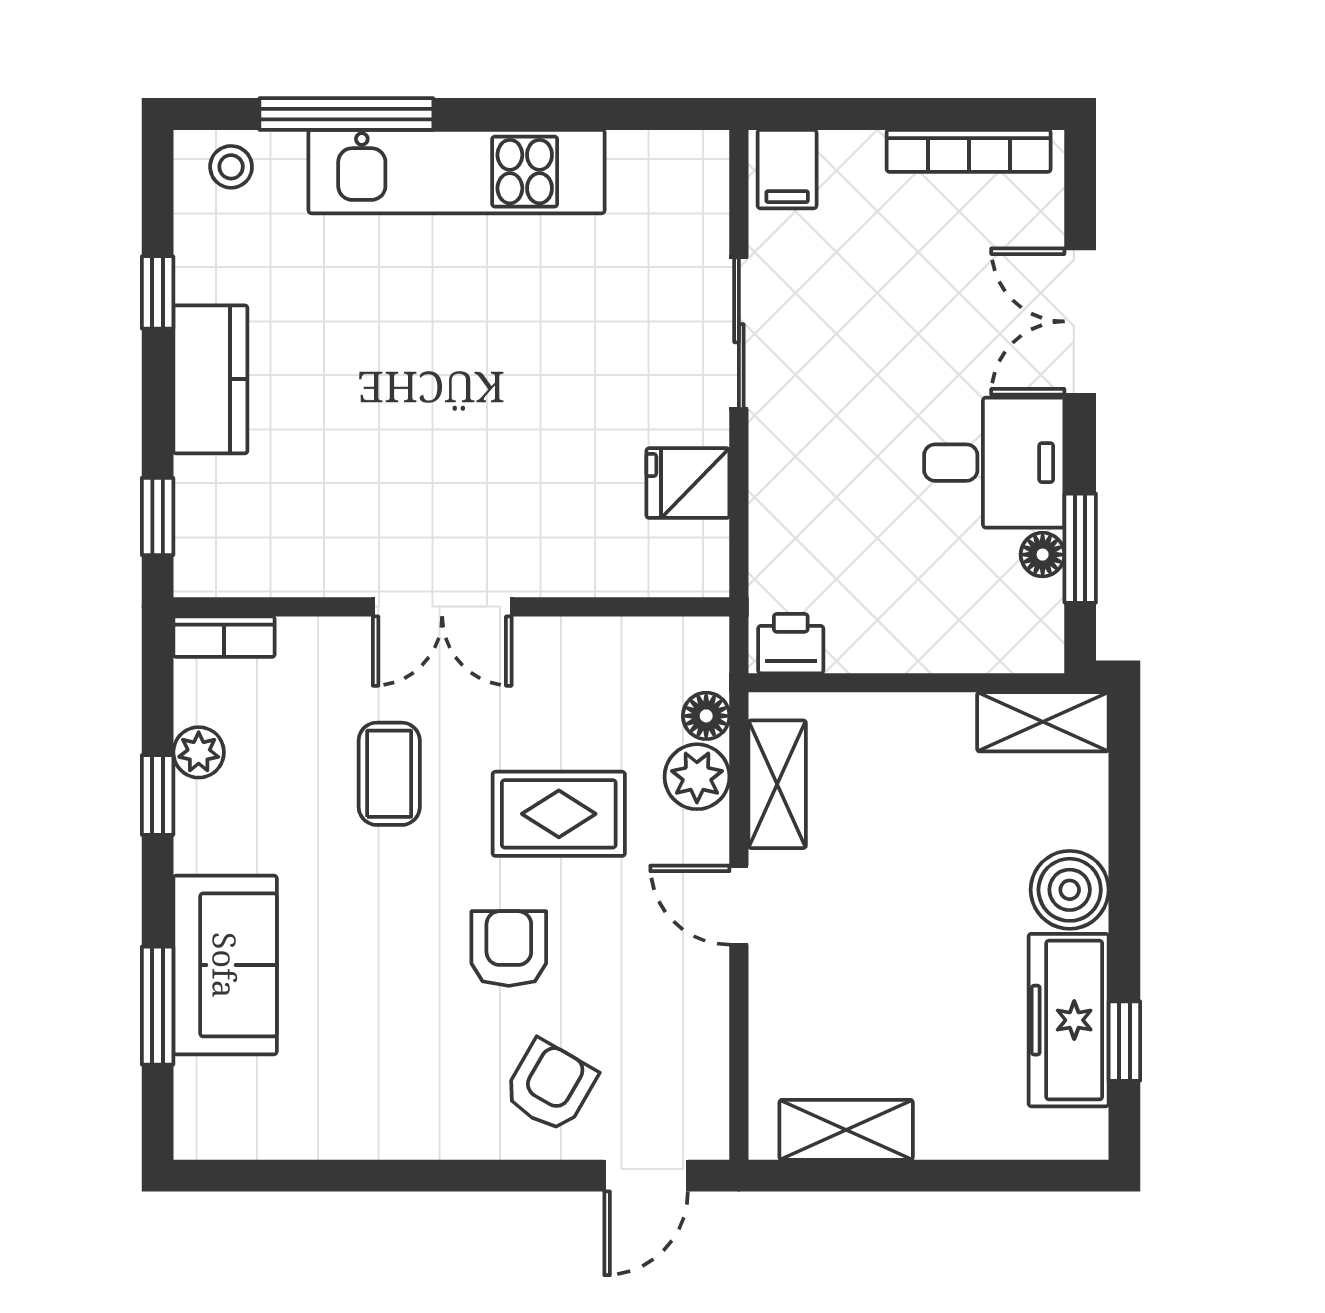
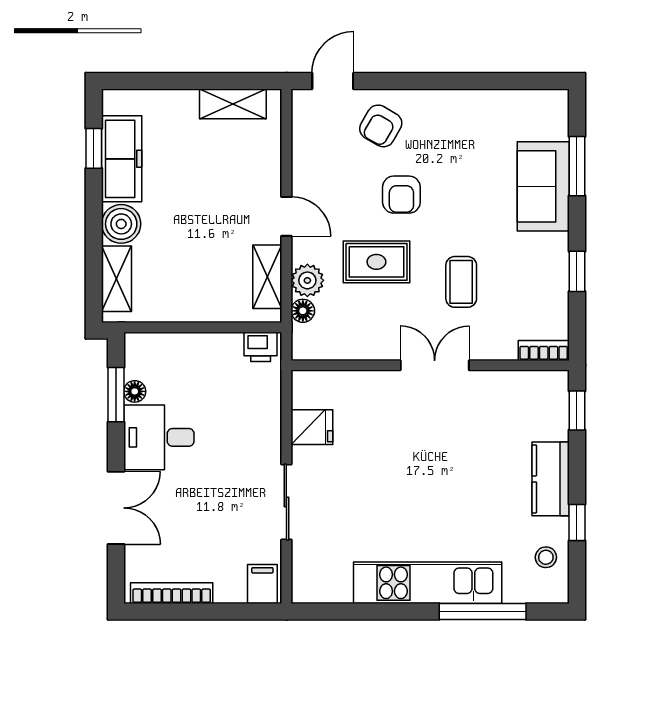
stool: (231, 167) -> (546, 557), moved
shelving: (1043, 722) -> (116, 279), moved, turned 90
plant: (199, 752) -> (556, 293), removed

